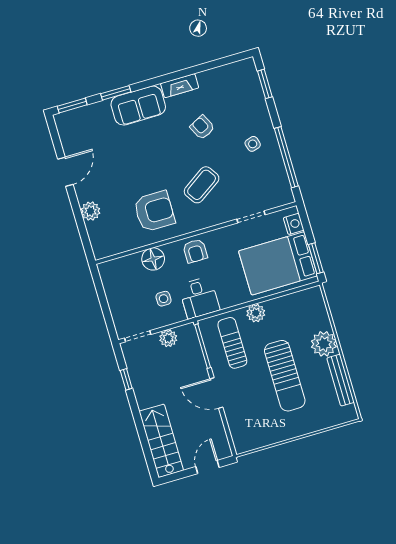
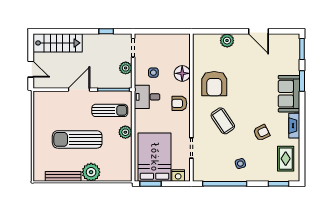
rug: (228, 84) -> (286, 159), added

